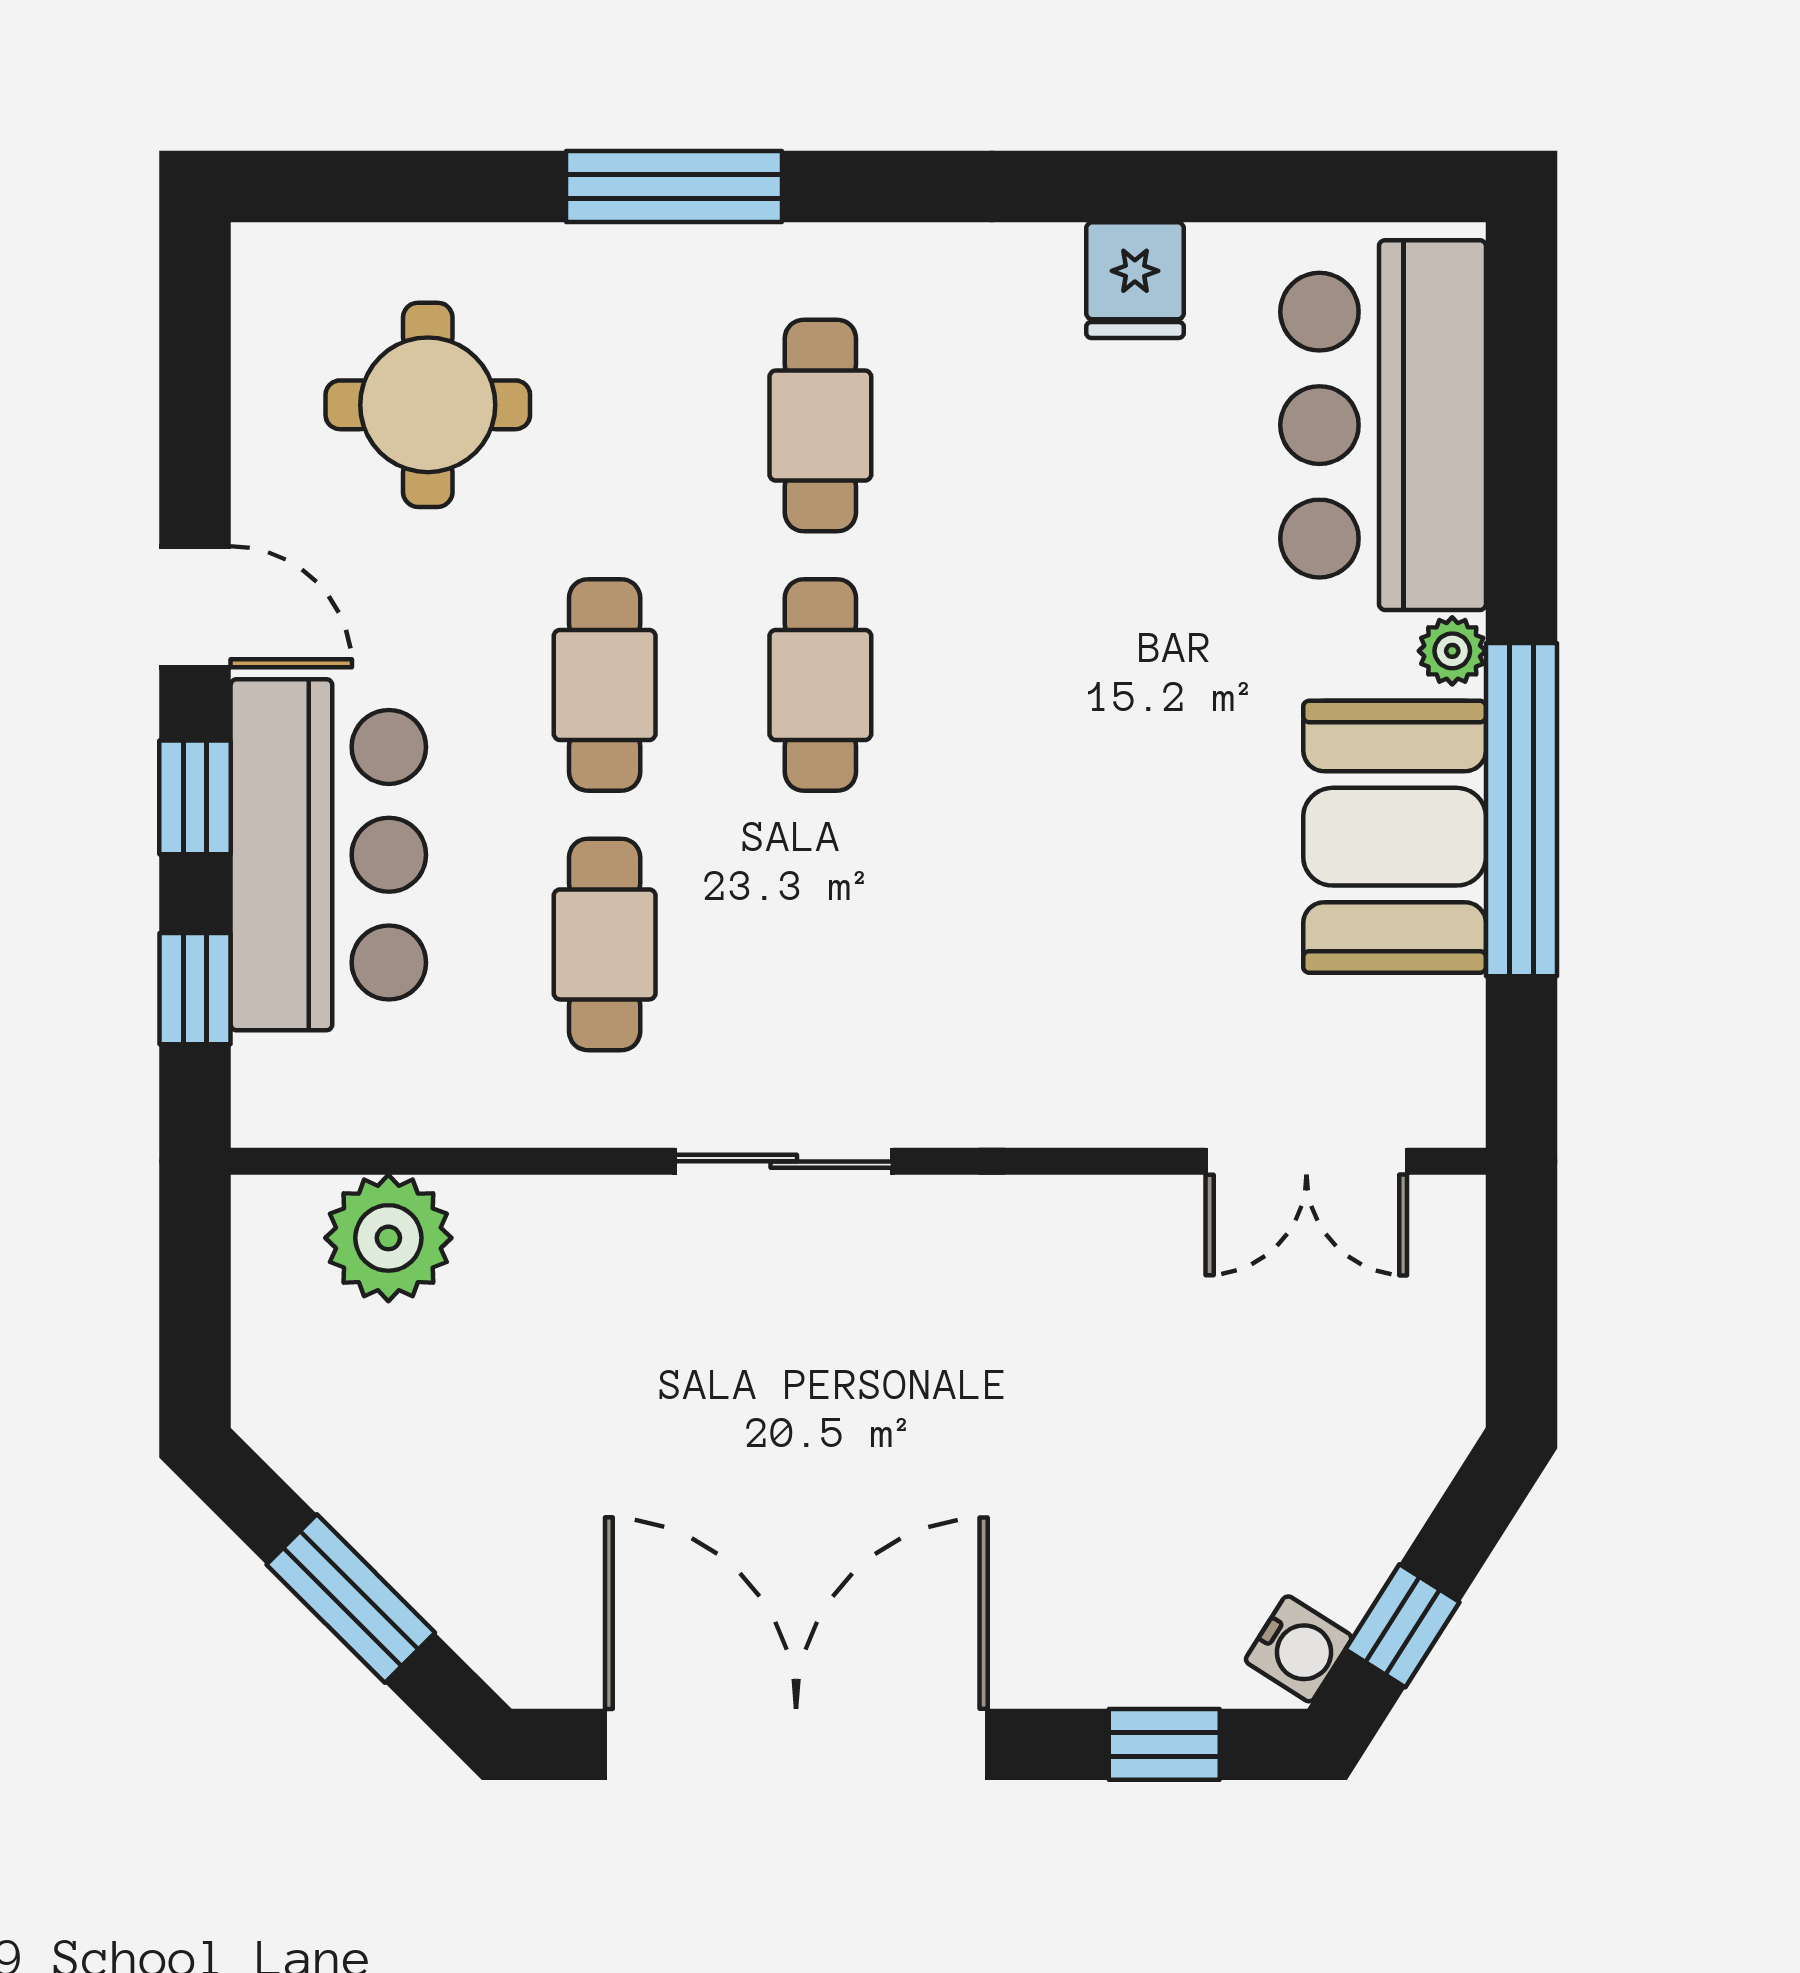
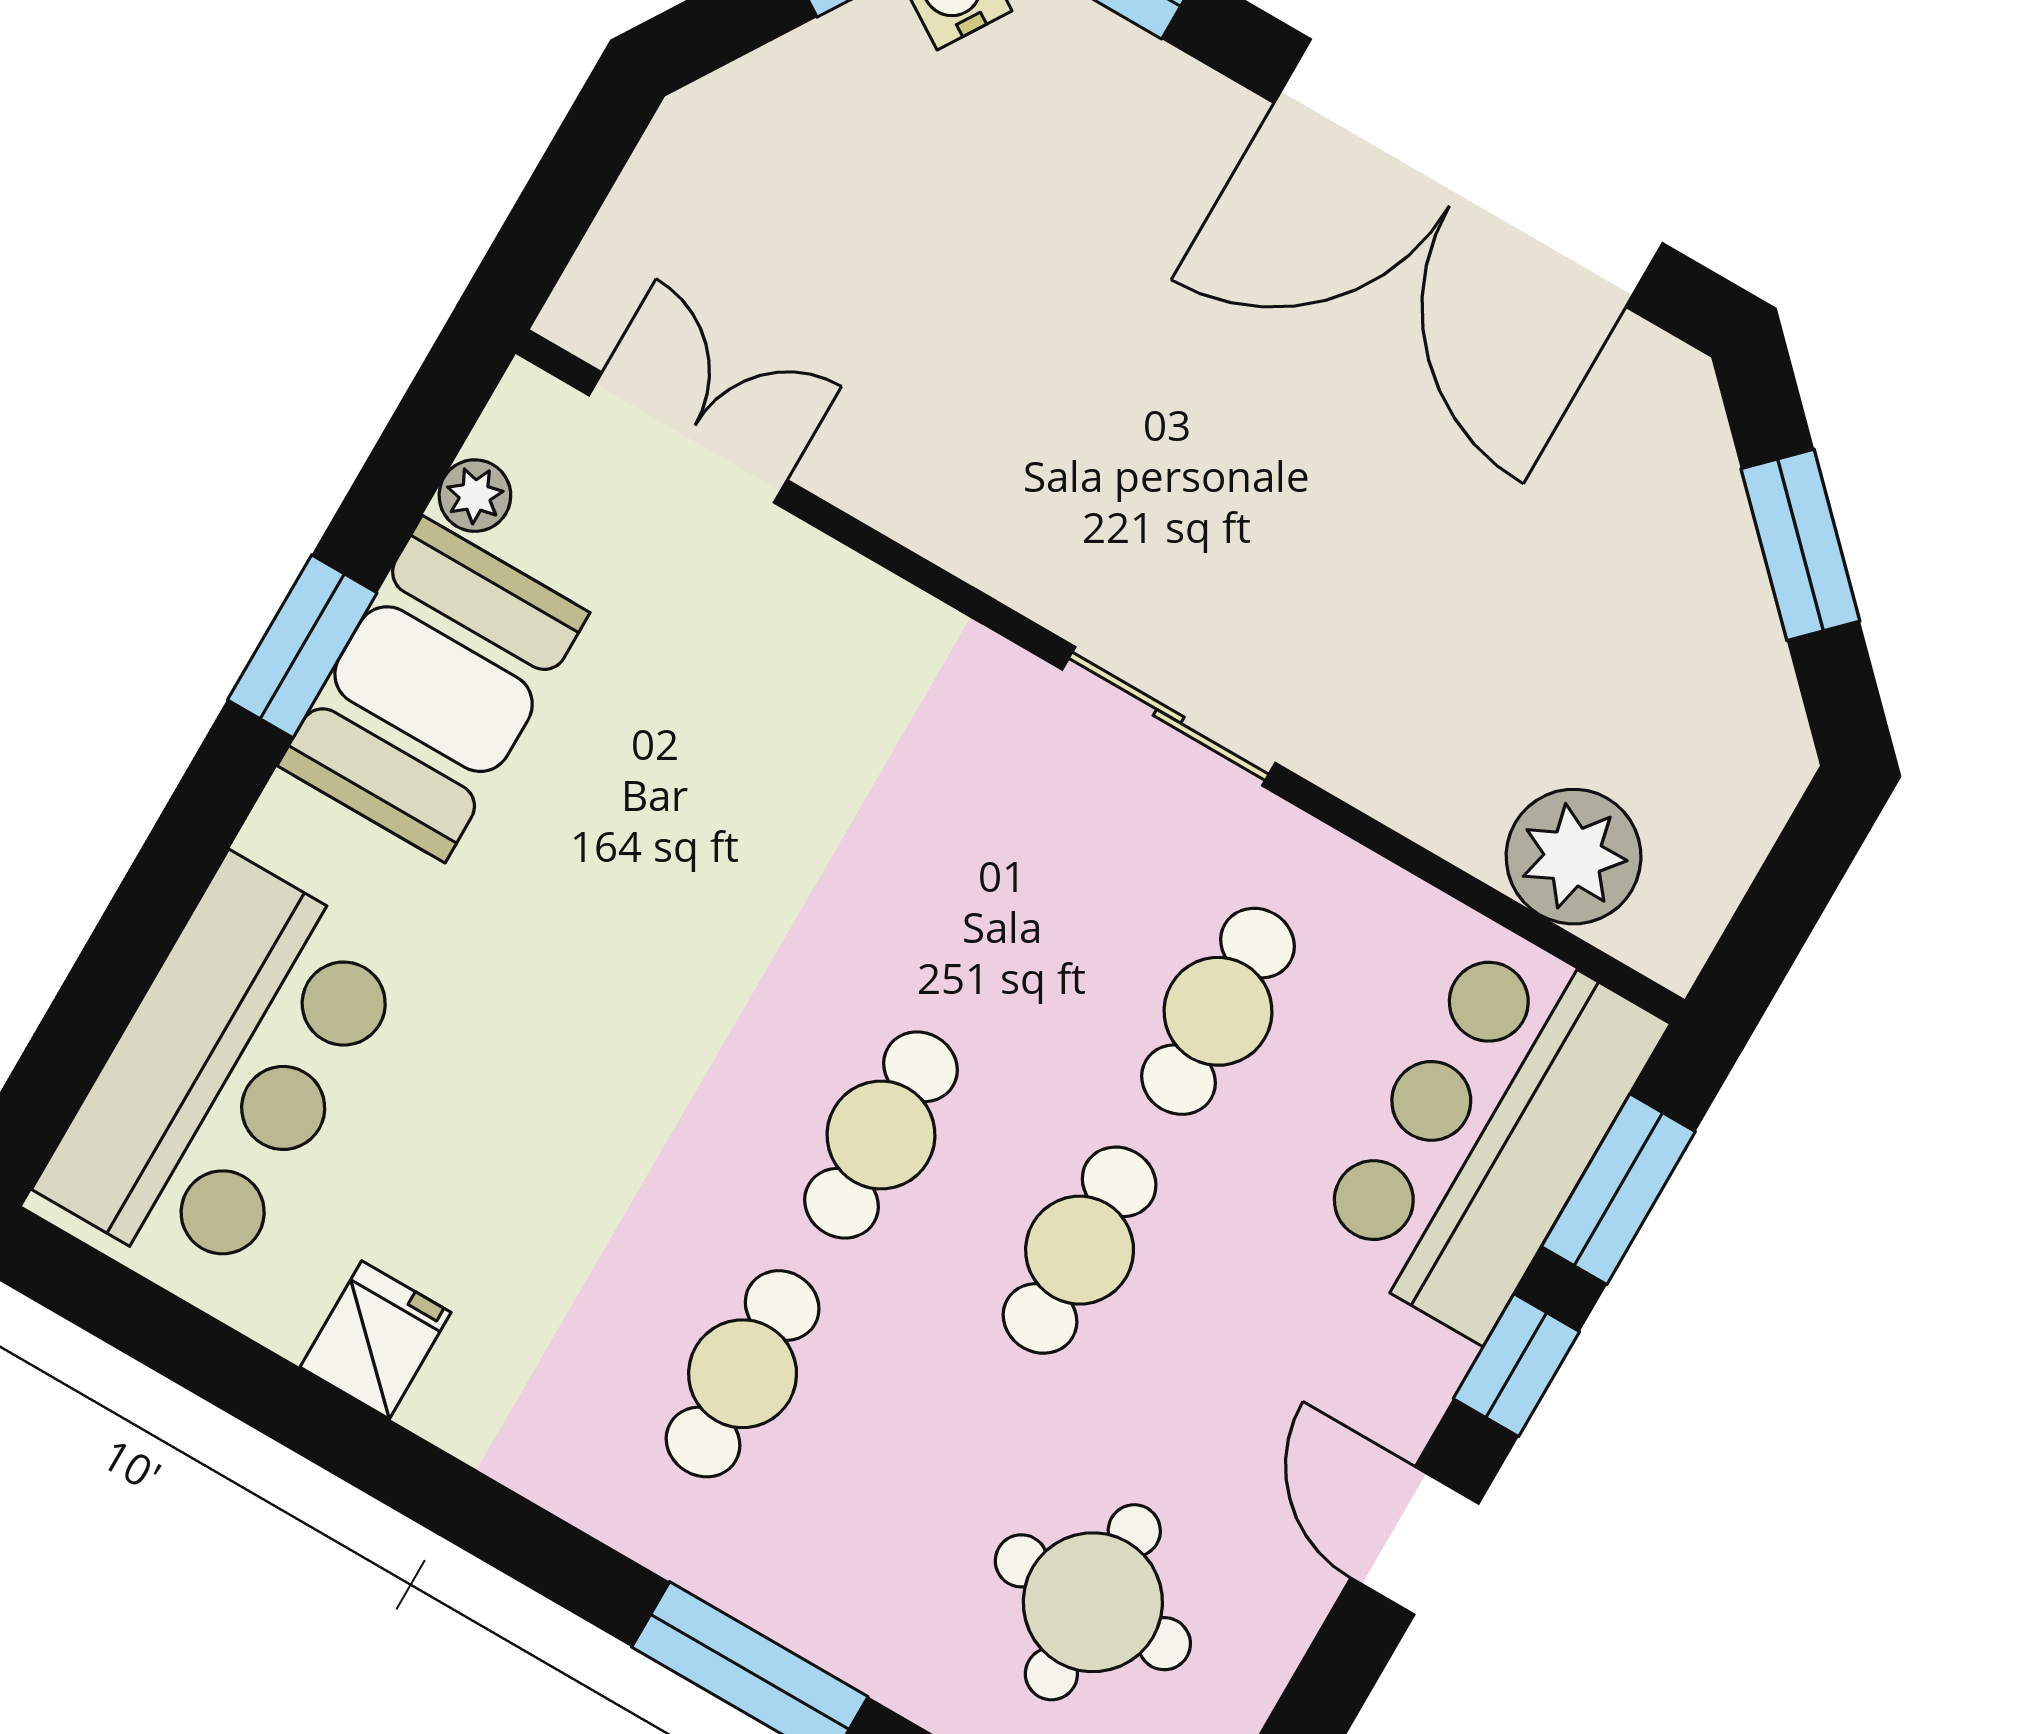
plant: (1452, 651) -> (475, 496), moved
window: (1522, 810) -> (302, 646), width x0.47
bar counter: (328, 855) -> (1487, 1133), moved
window: (195, 989) -> (1618, 1189), width x1.50

